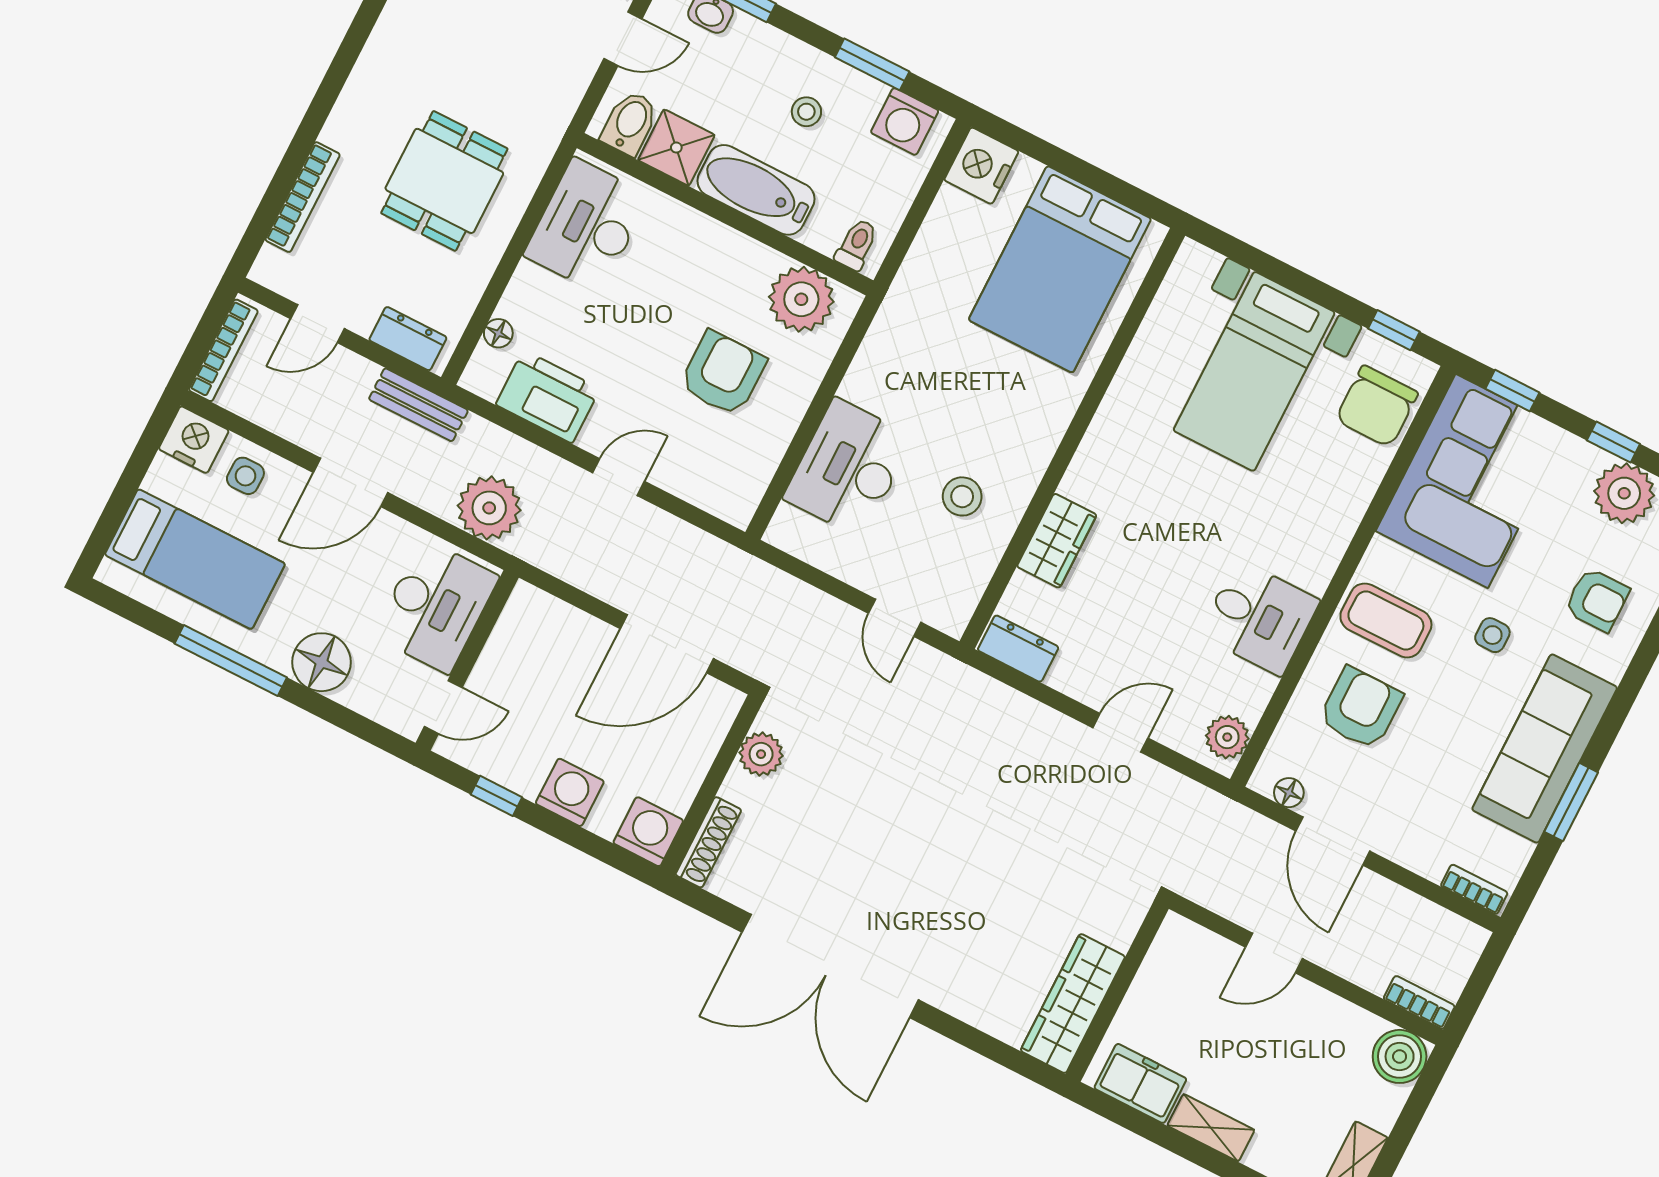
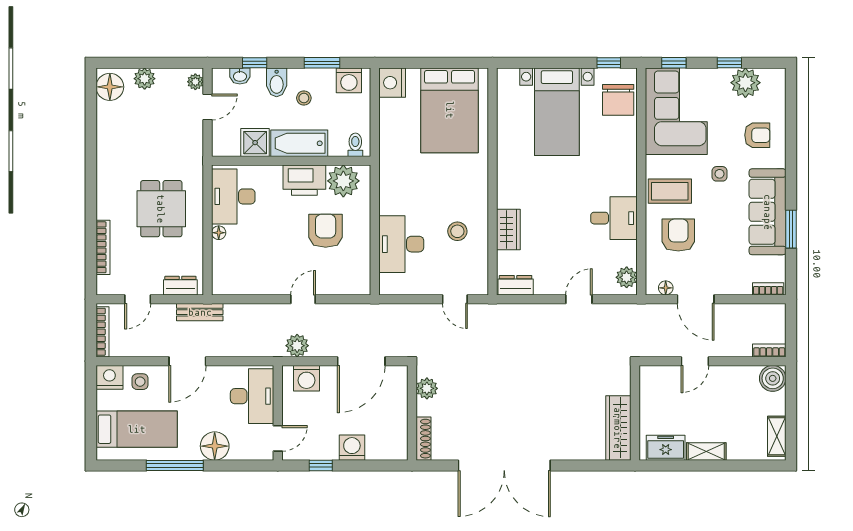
bidet: (630, 123) -> (277, 82), moved, turned 180
floor lamp: (498, 333) -> (219, 233), moved
printer: (548, 397) -> (304, 180), moved, turned 180
plant: (489, 508) -> (297, 346), moved, width x0.73, depth x0.73
washing machine: (648, 832) -> (306, 378), moved, turned 180

